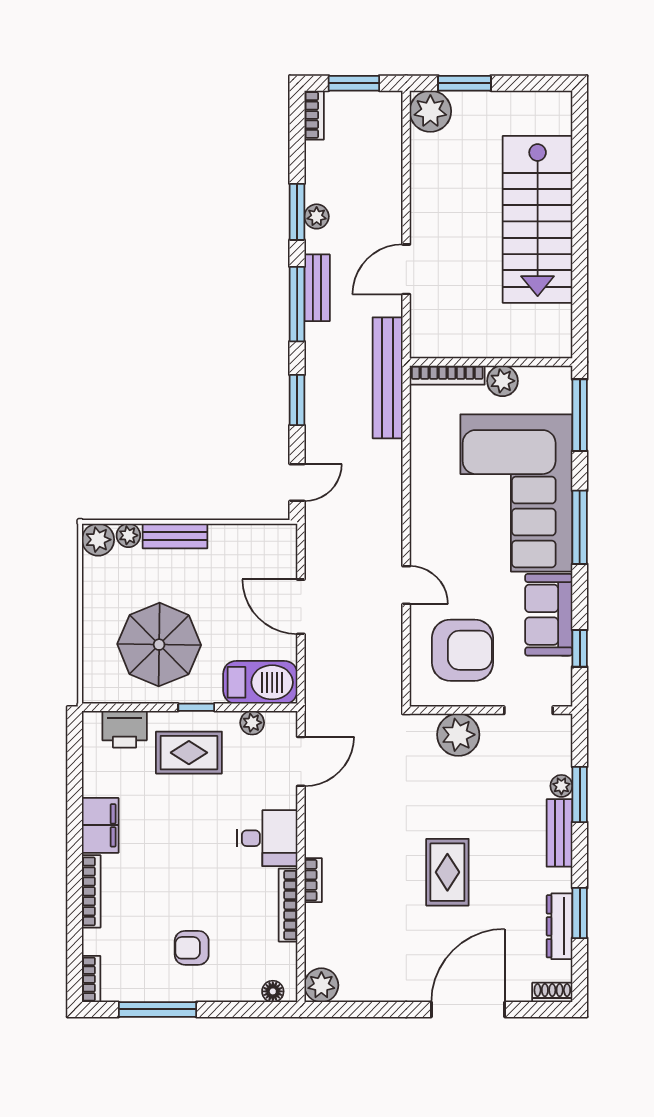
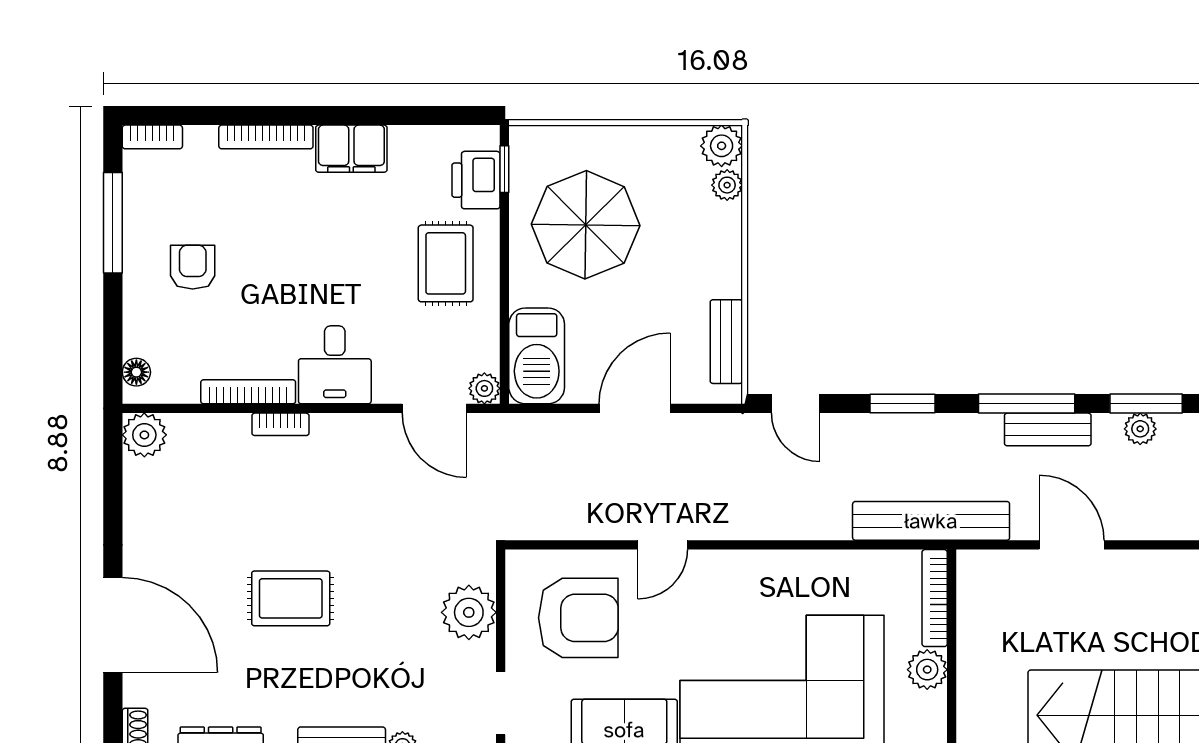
bench: (175, 536) -> (726, 342), moved
armchair: (463, 650) -> (578, 618), turned -90
window: (196, 707) -> (504, 169), moved
plant: (252, 723) -> (484, 388), moved

